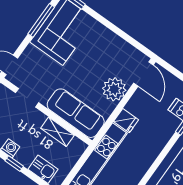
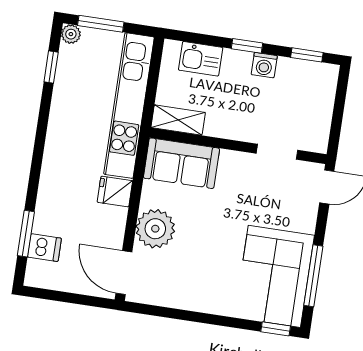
sofa: (76, 113) -> (181, 163), width x0.73
shelving: (57, 132) -> (178, 120), moved

